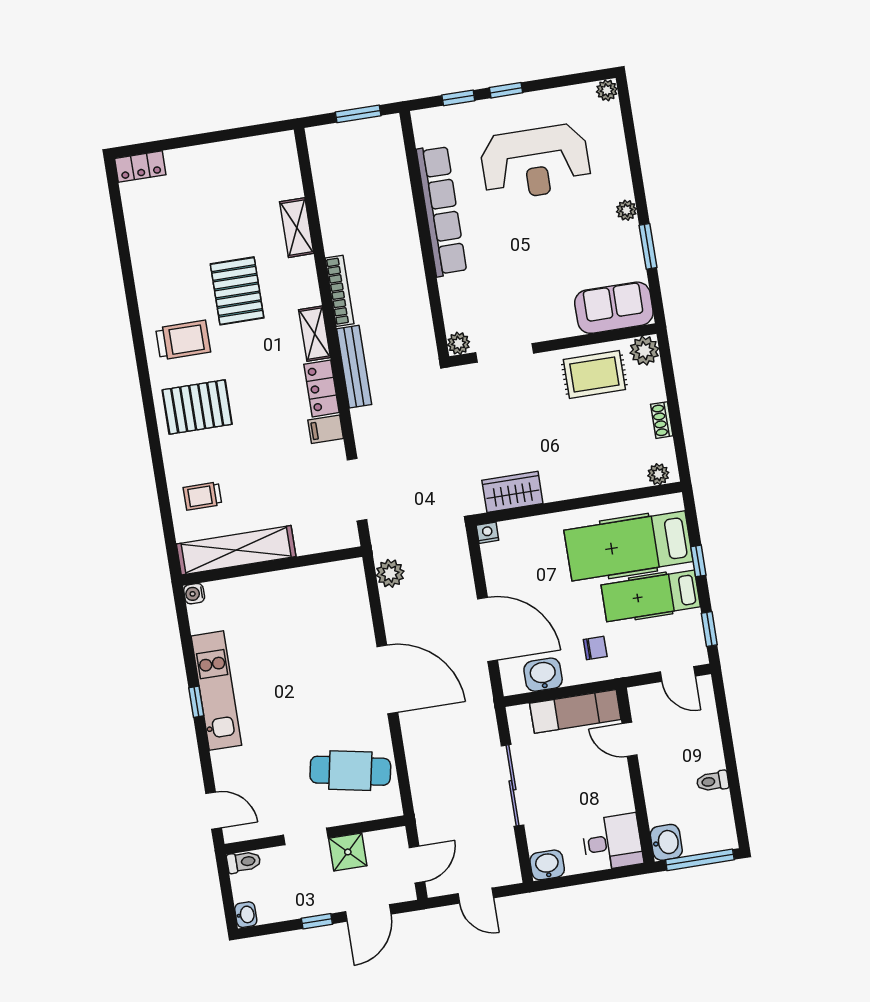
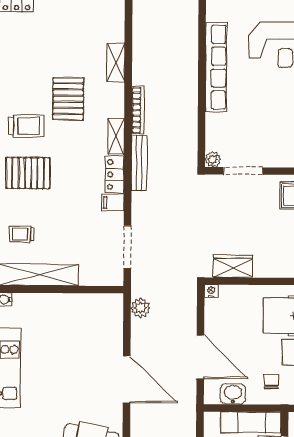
chair: (595, 648) -> (271, 382), turned -90

